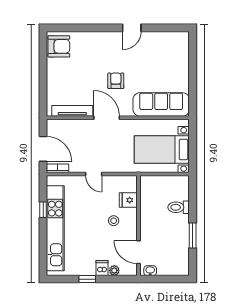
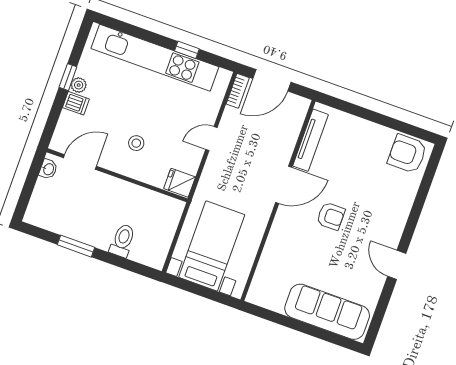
armchair: (59, 46) -> (407, 154), turned 90
sofa: (161, 104) -> (327, 312), moved, turned -90
fridge: (128, 200) -> (180, 183), moved, turned -90
plant: (114, 270) -> (79, 85), moved

